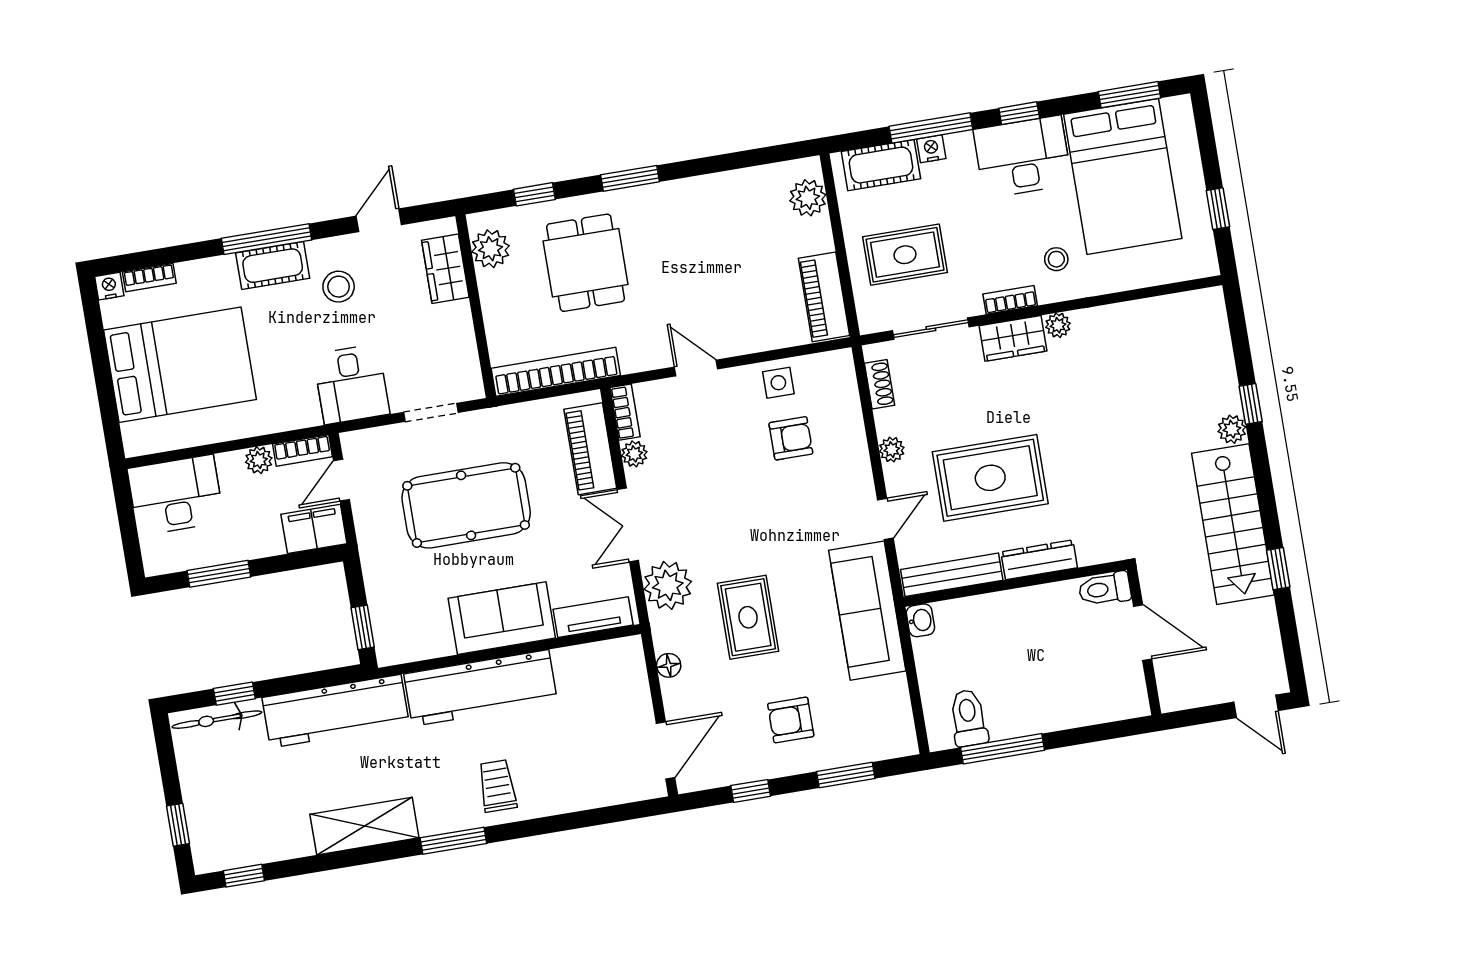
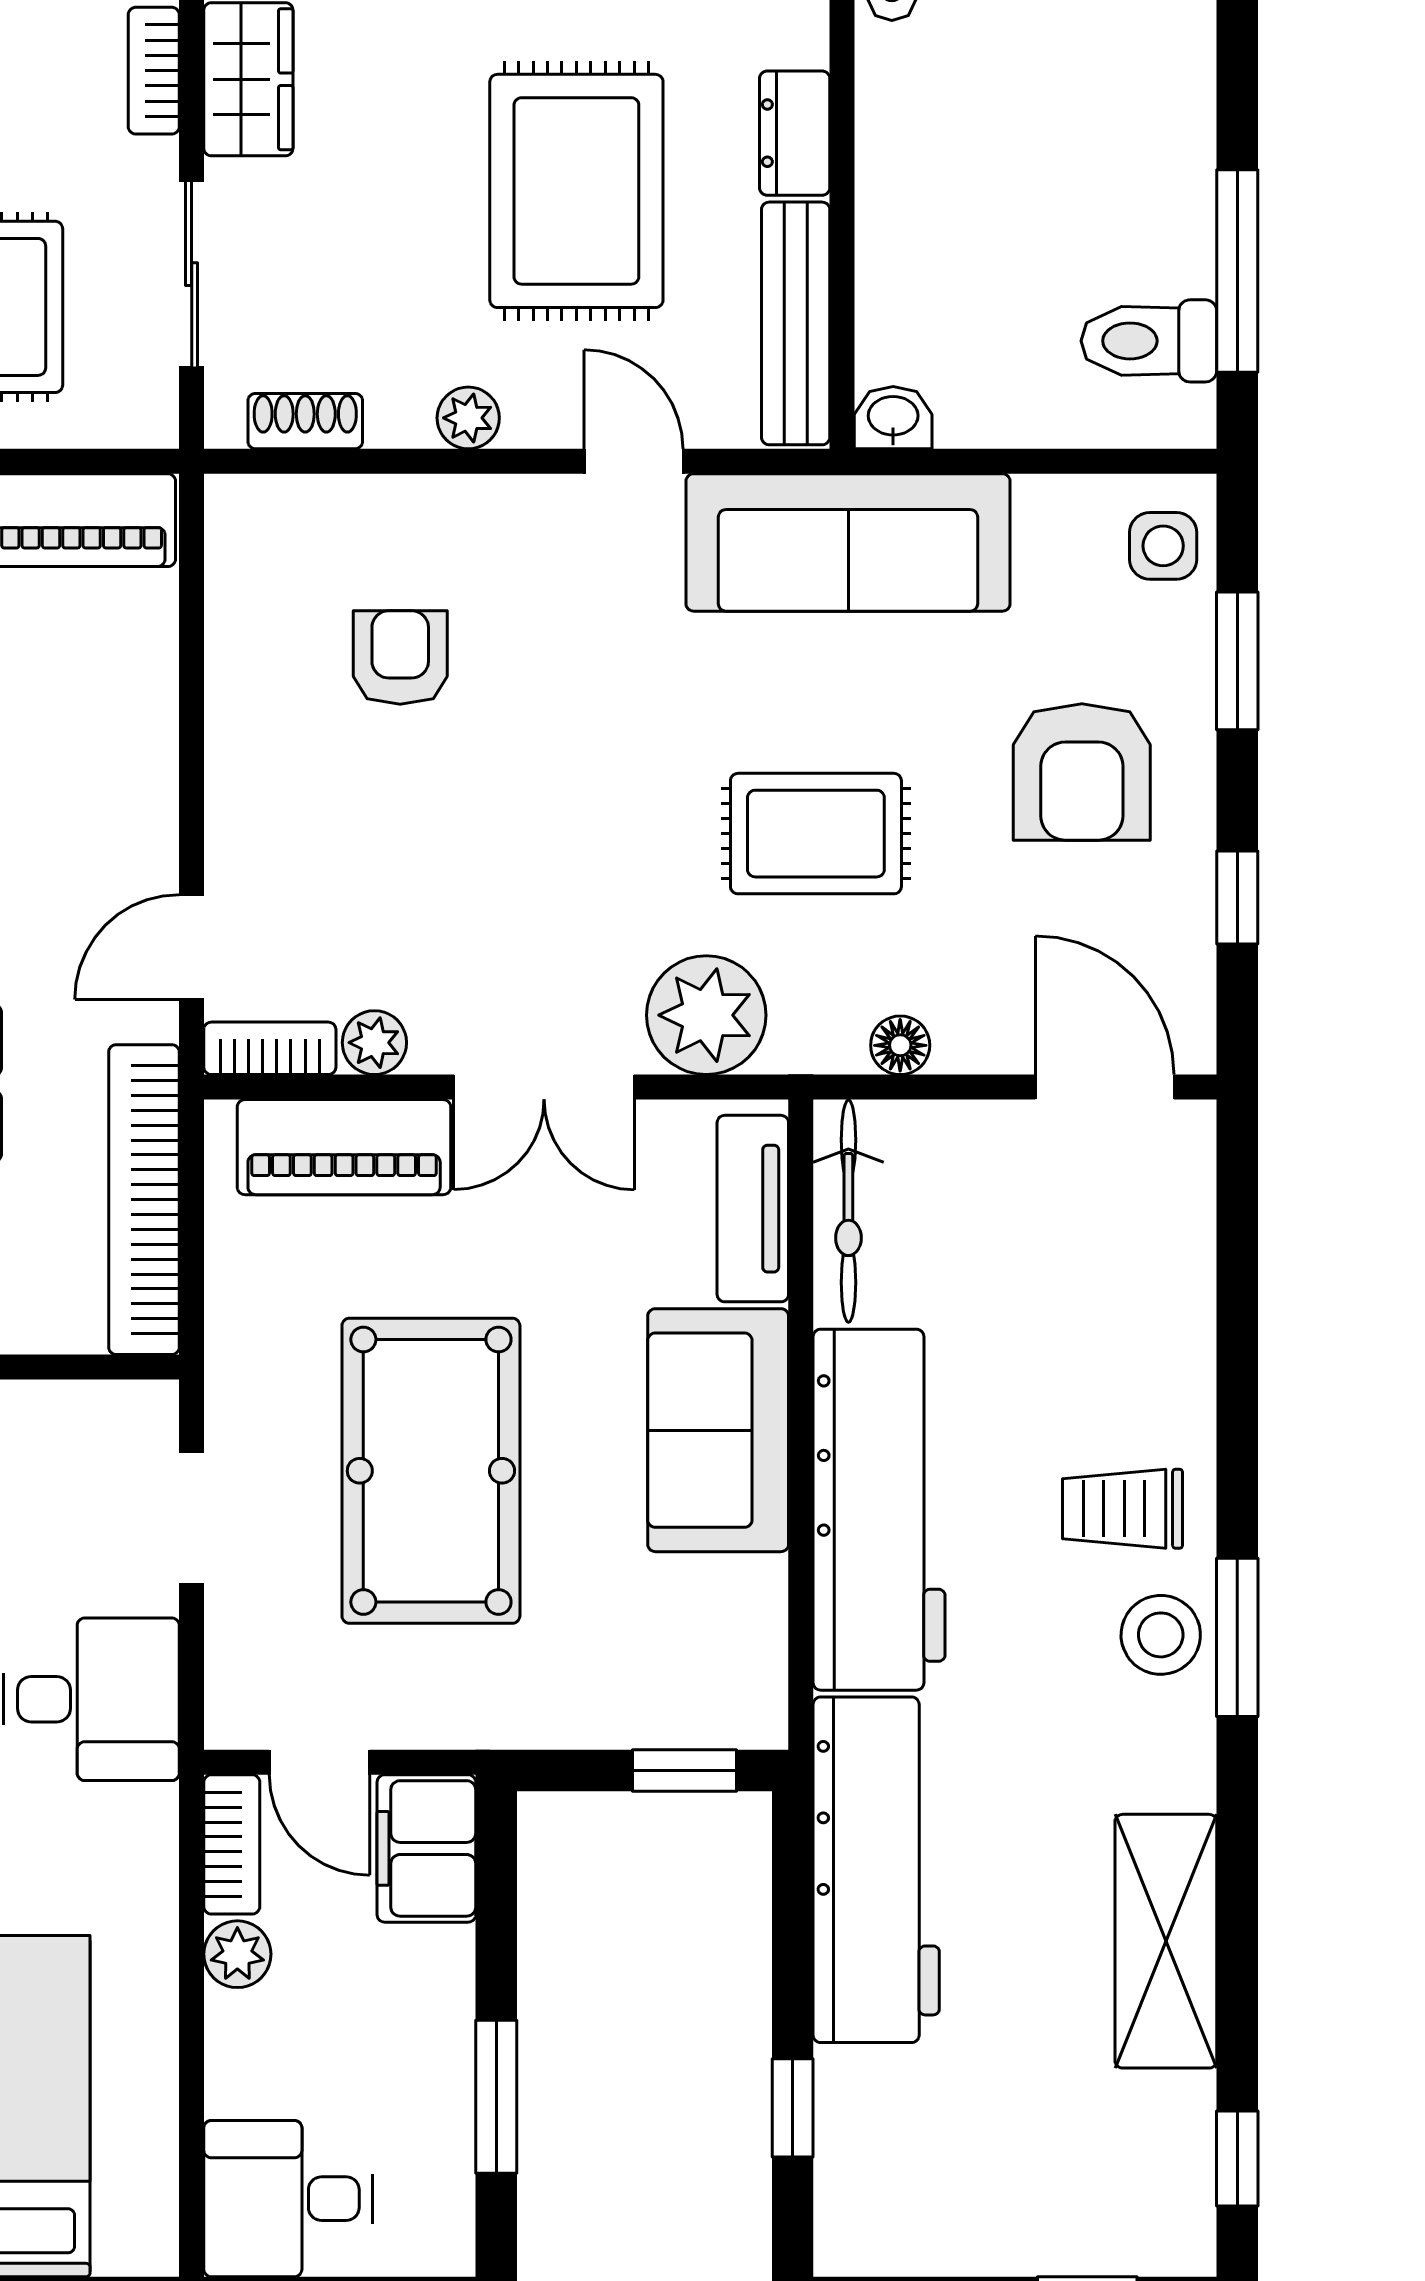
door: (696, 368) -> (192, 947), moved
side table: (778, 383) -> (1163, 546), moved
desk: (176, 495) -> (288, 2199), width x0.73
dresser: (1039, 560) -> (795, 133), width x0.70
bicycle: (217, 720) -> (848, 1211), moved
armchair: (791, 720) -> (1082, 772), width x1.38, depth x1.38
stool: (449, 810) -> (1161, 1635), added
shelving: (364, 826) -> (1166, 1941), moved

